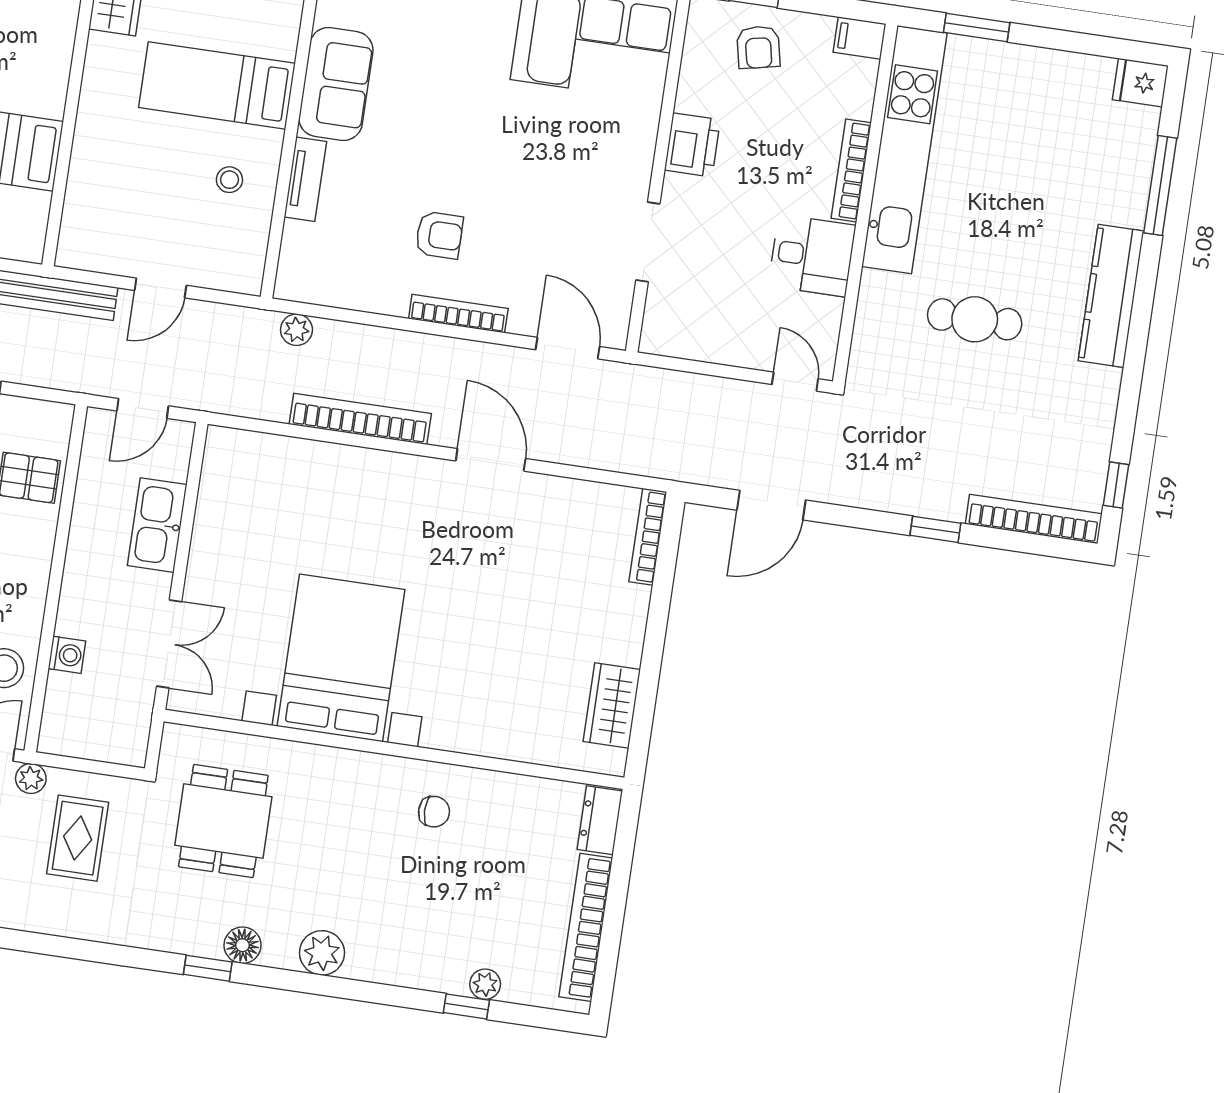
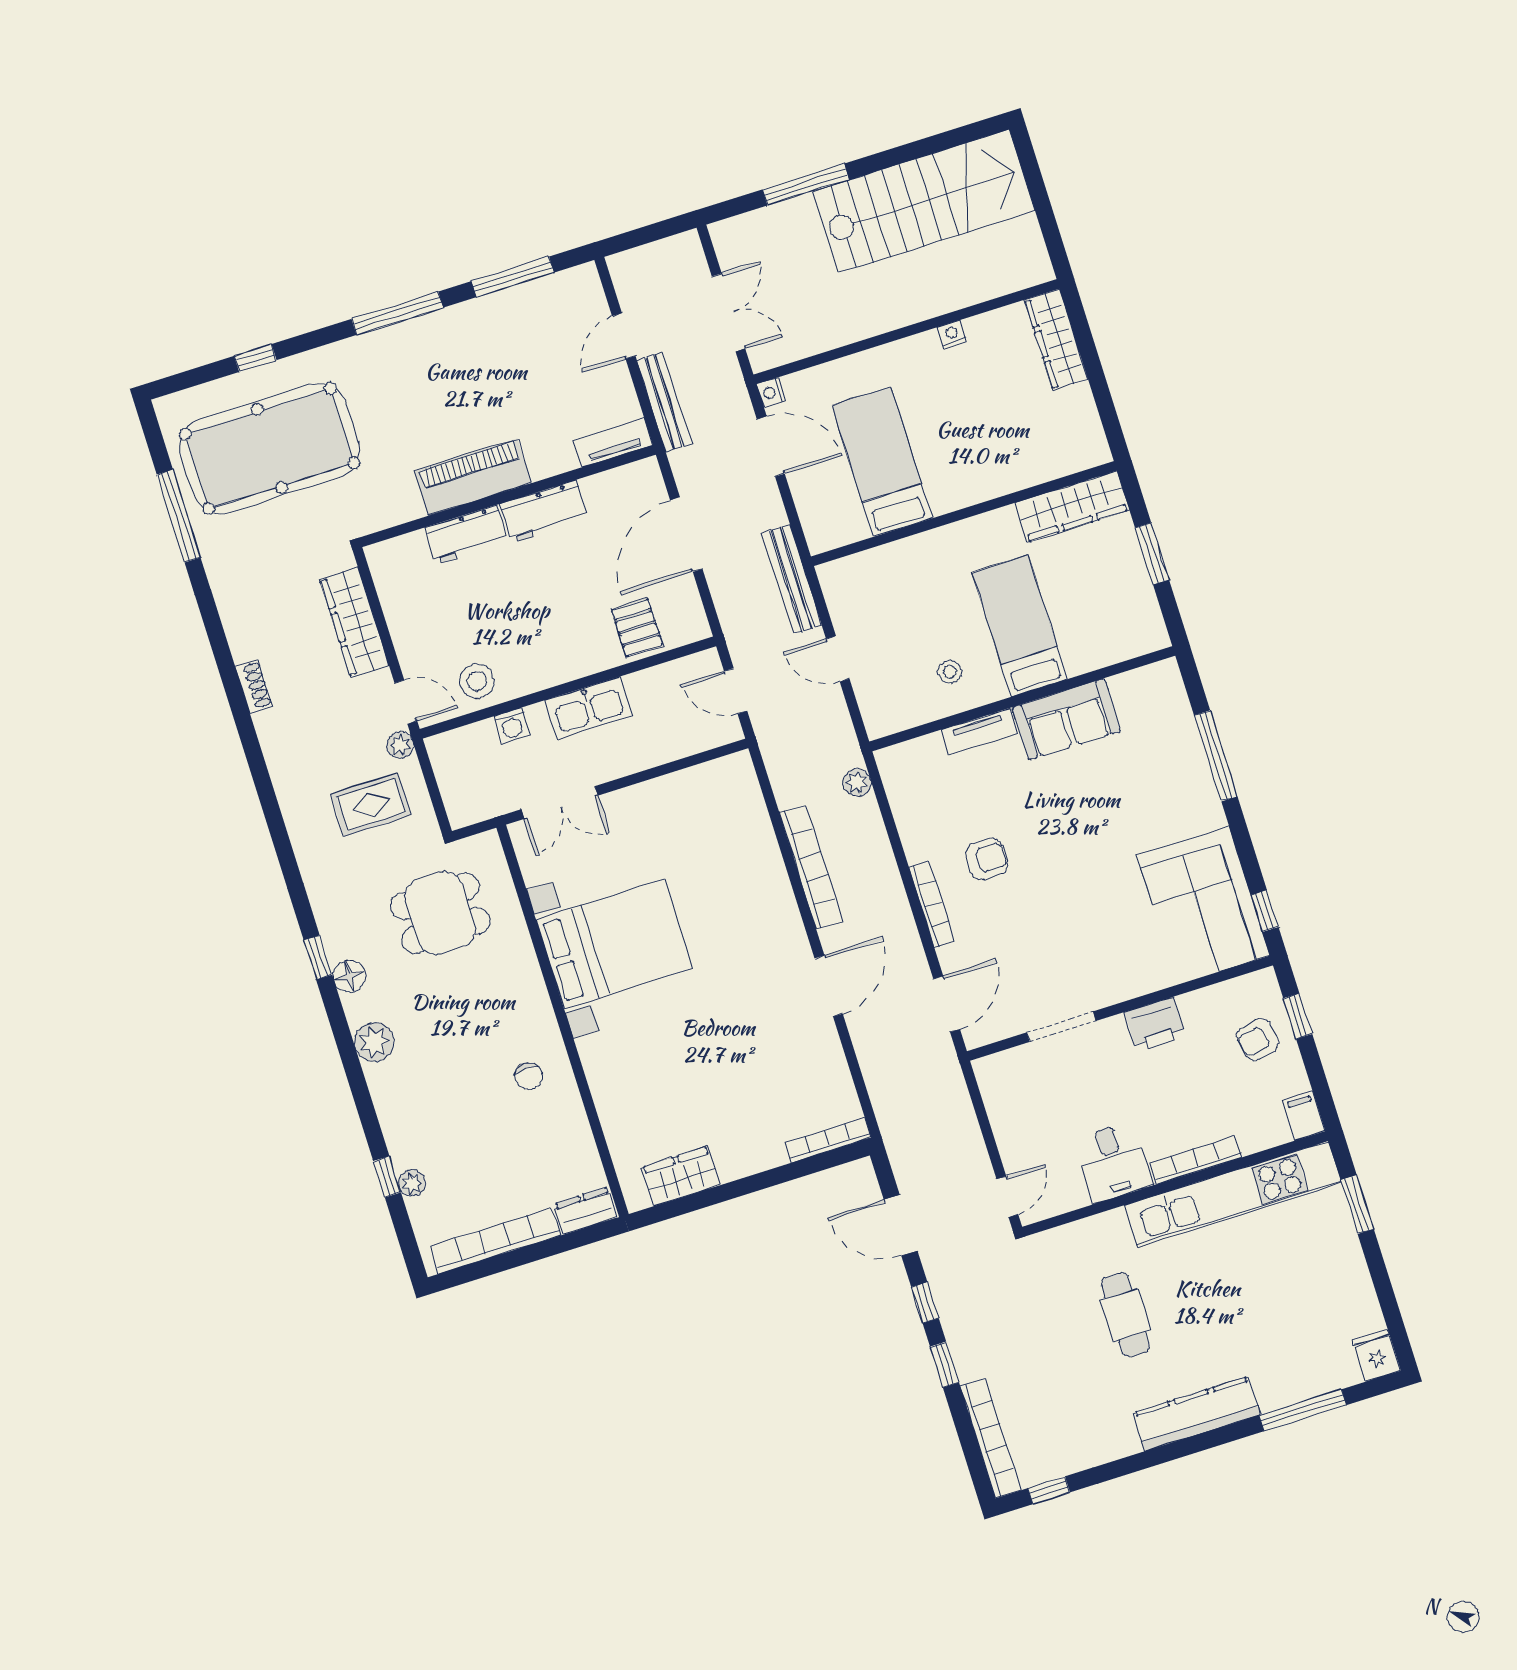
armchair: (439, 235) -> (987, 859), turned -90
window: (862, 519) -> (925, 1303), added
kitchen sink: (157, 525) -> (589, 708), moved, turned 180

